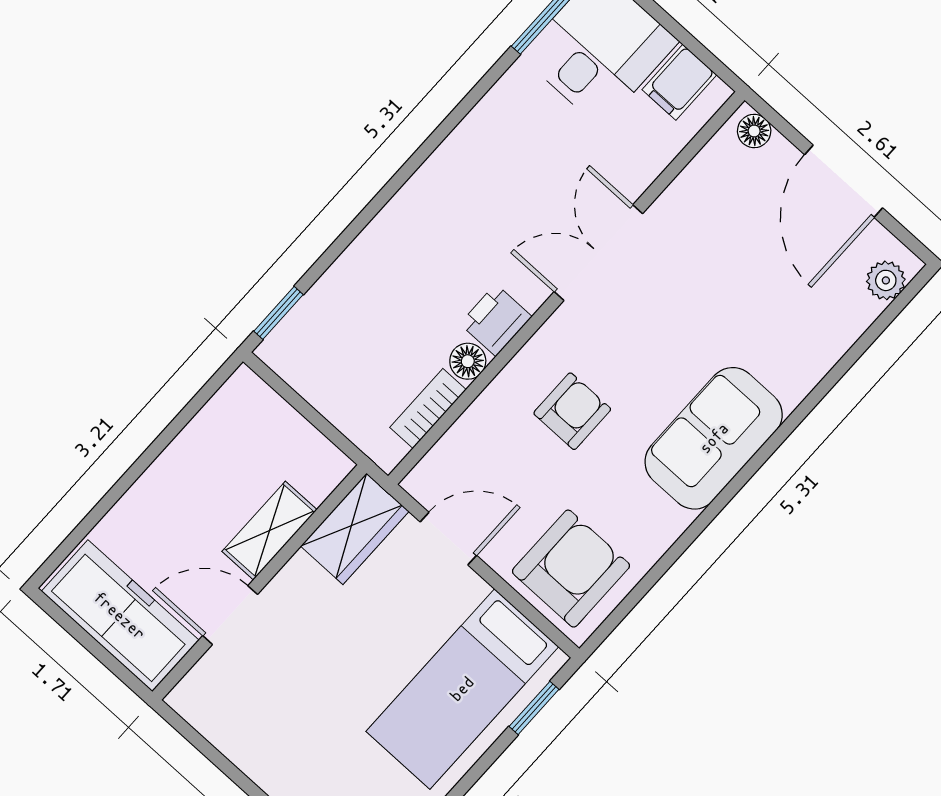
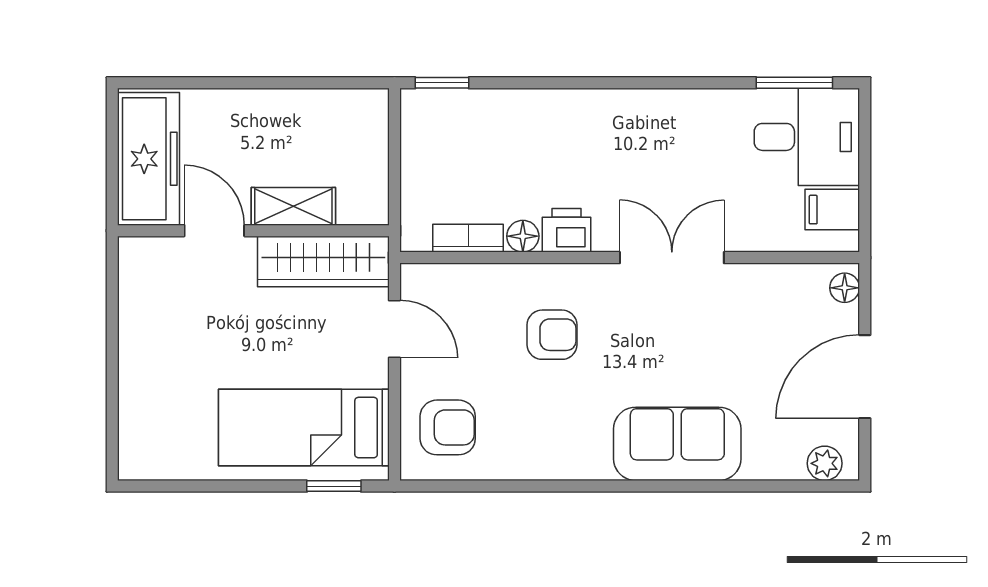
sofa: (714, 438) -> (677, 444), moved
wardrobe: (355, 529) -> (323, 261), width x1.50
armchair: (571, 569) -> (448, 427), width x0.72, depth x0.72

